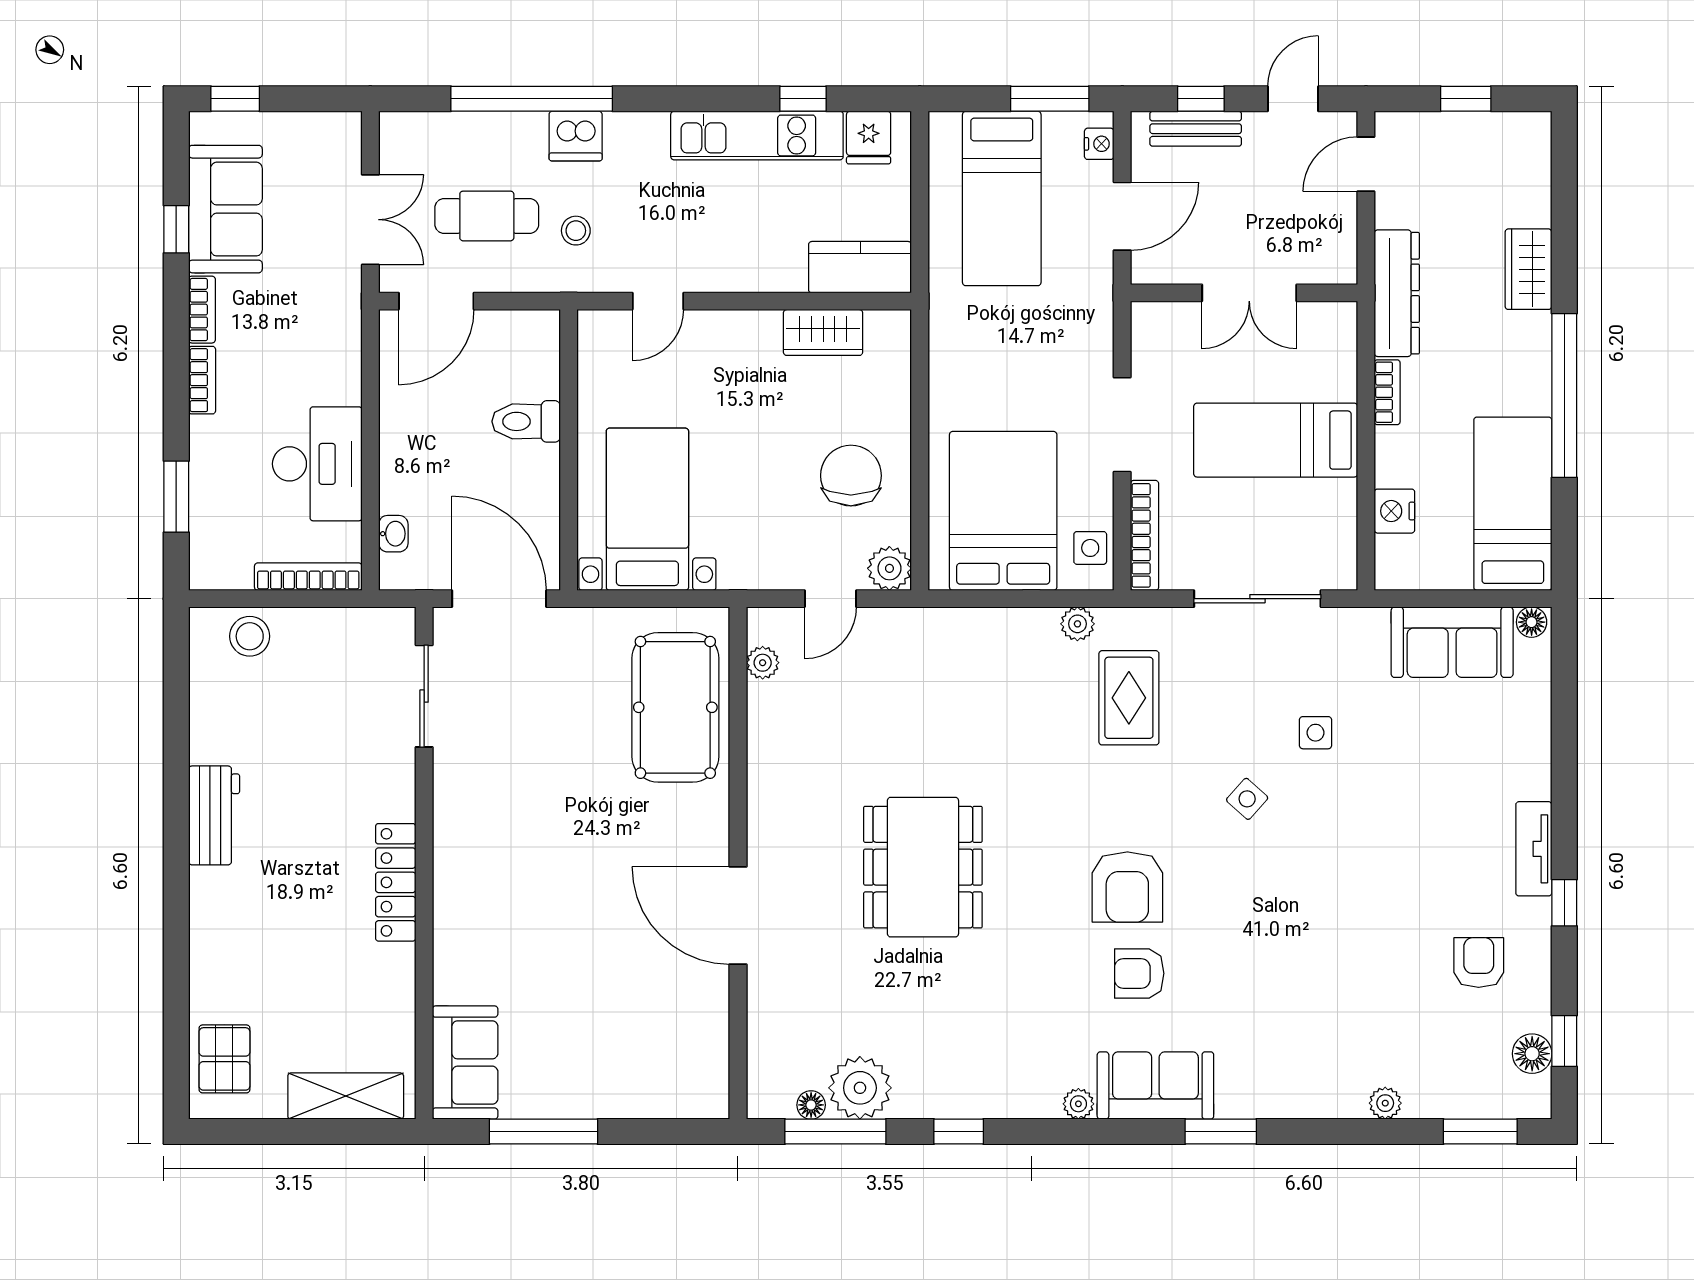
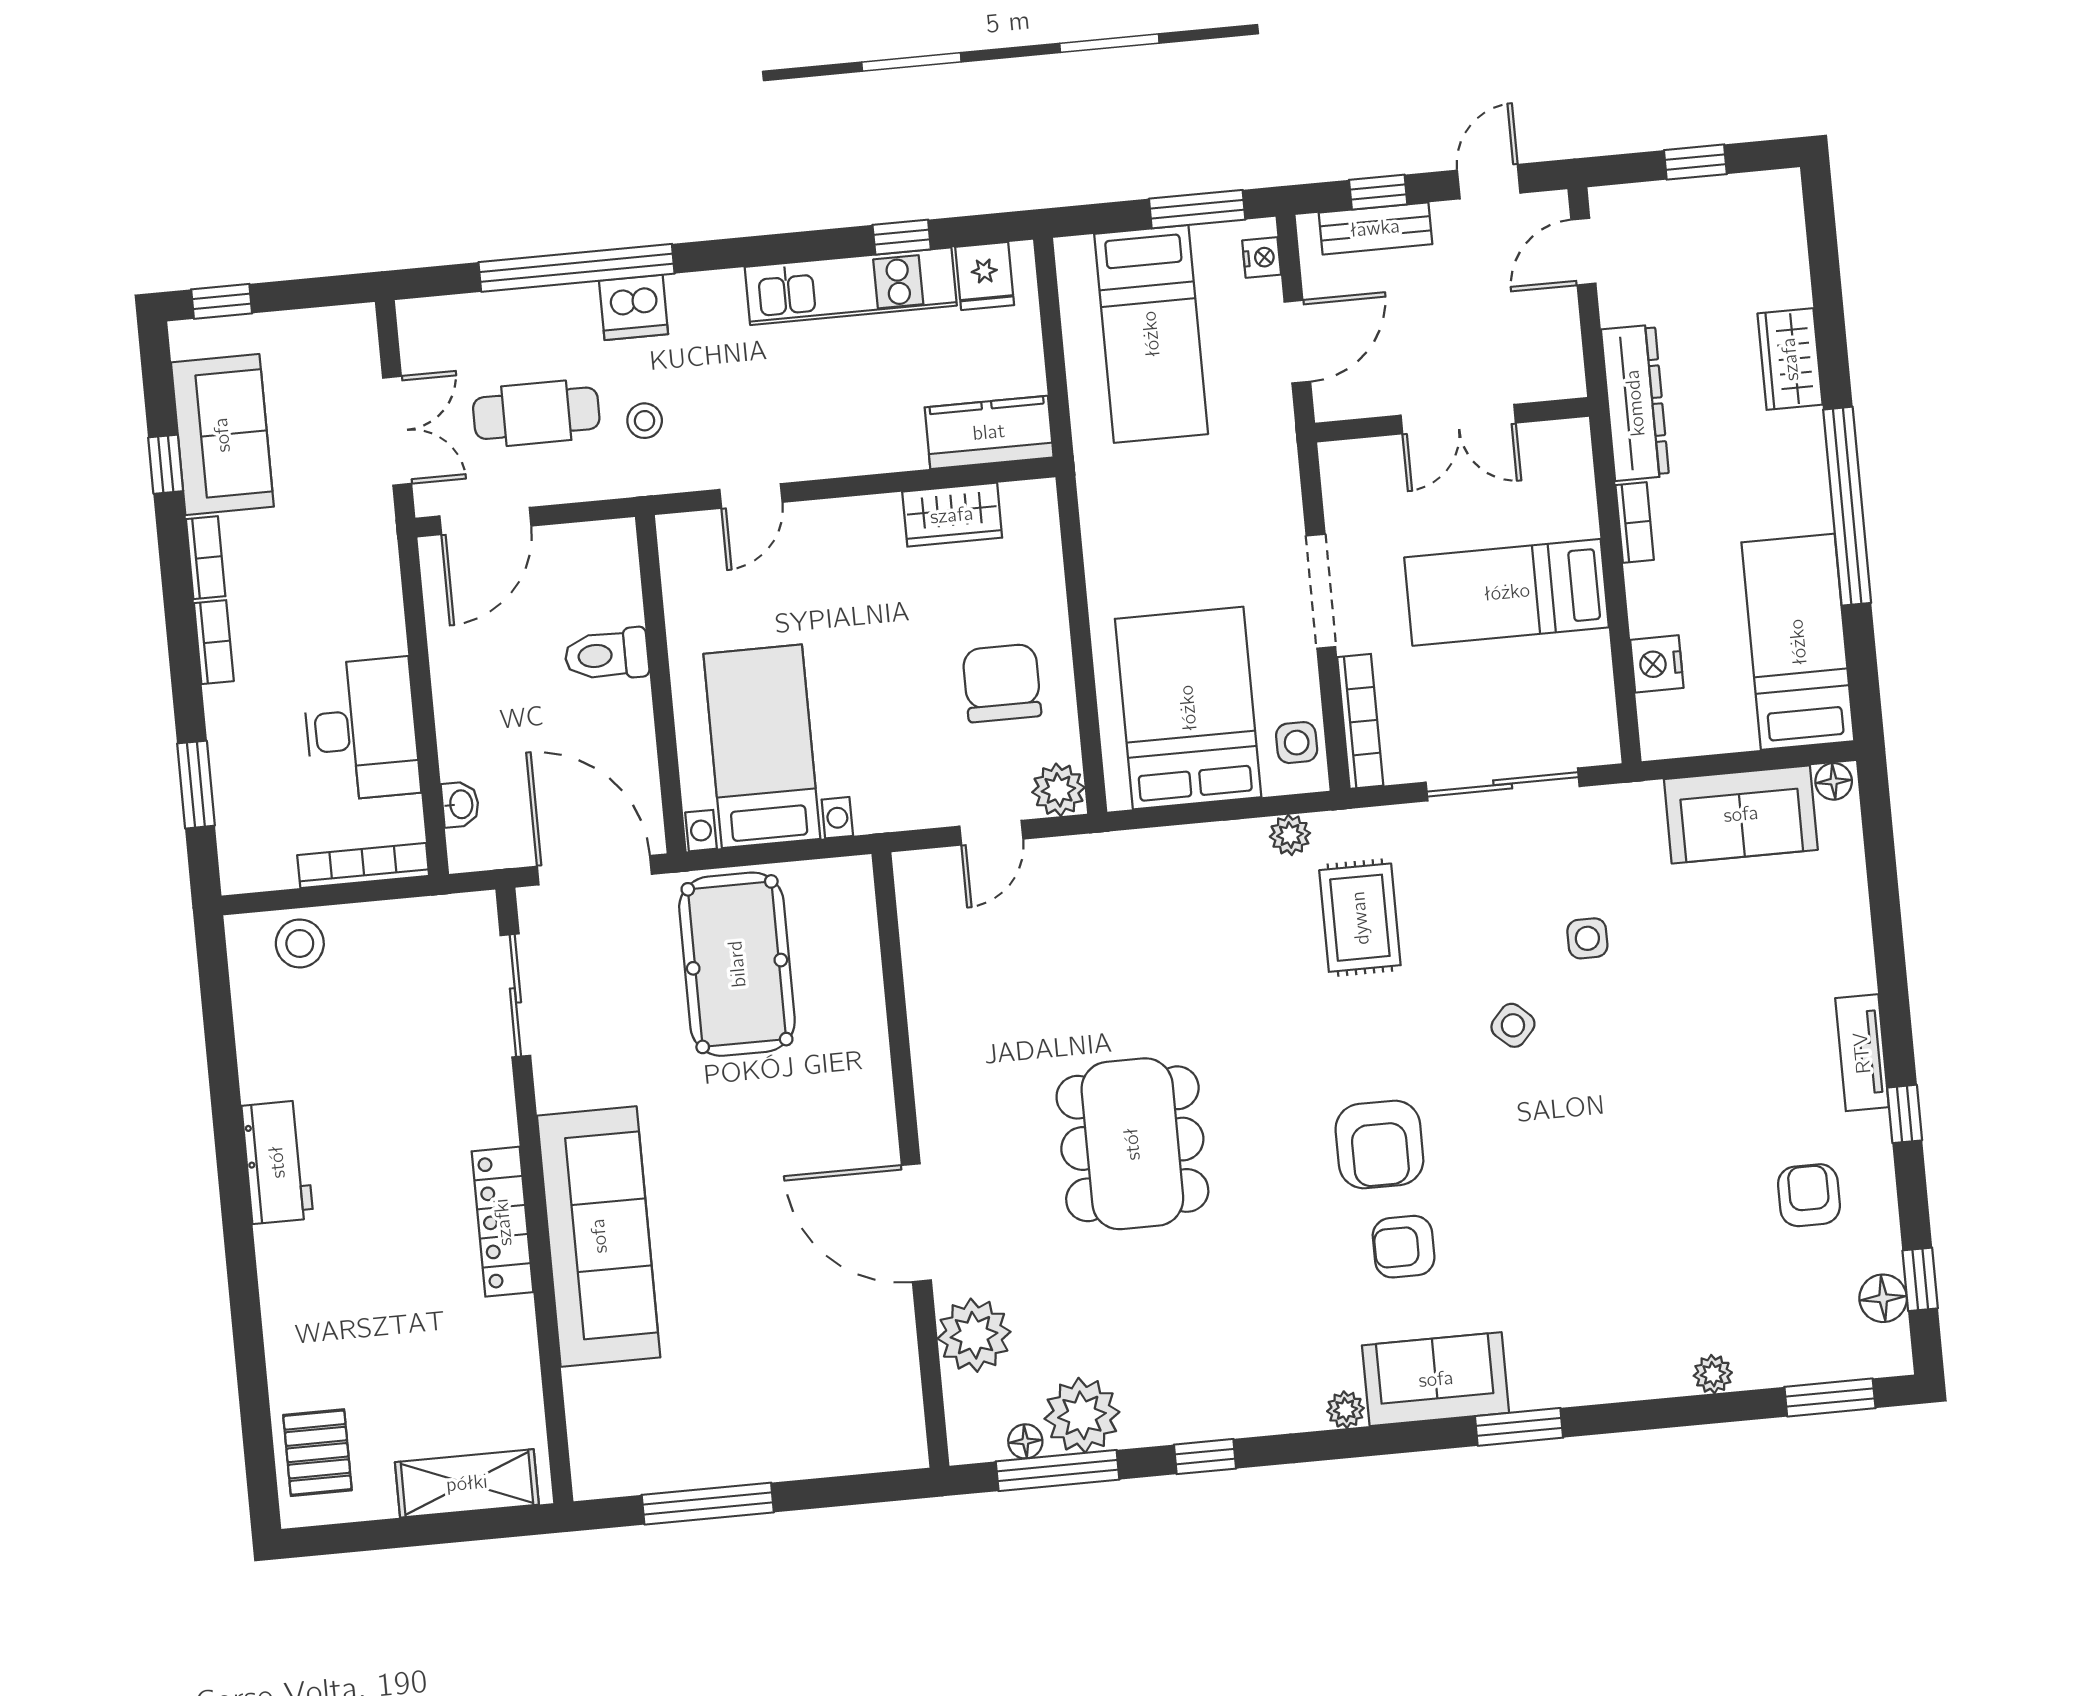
plant: (763, 663) -> (974, 1335), moved, width x1.88, depth x1.88
pool table: (675, 707) -> (737, 964), moved
sofa: (465, 1063) -> (599, 1236), moved, width x1.85, depth x1.27

